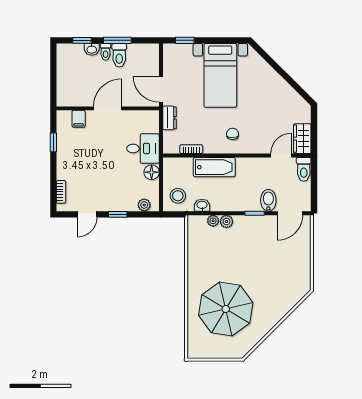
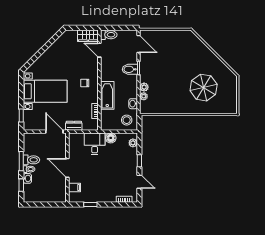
door: (161, 89) -> (54, 132), swing flipped
bidet: (268, 200) -> (130, 69), moved
parasol: (226, 309) -> (204, 88), width x0.73, depth x0.73

